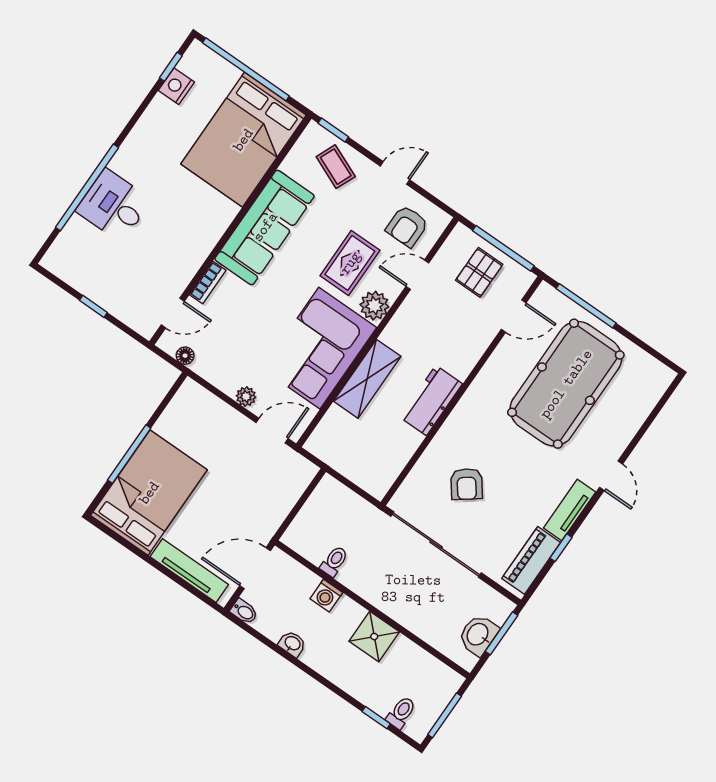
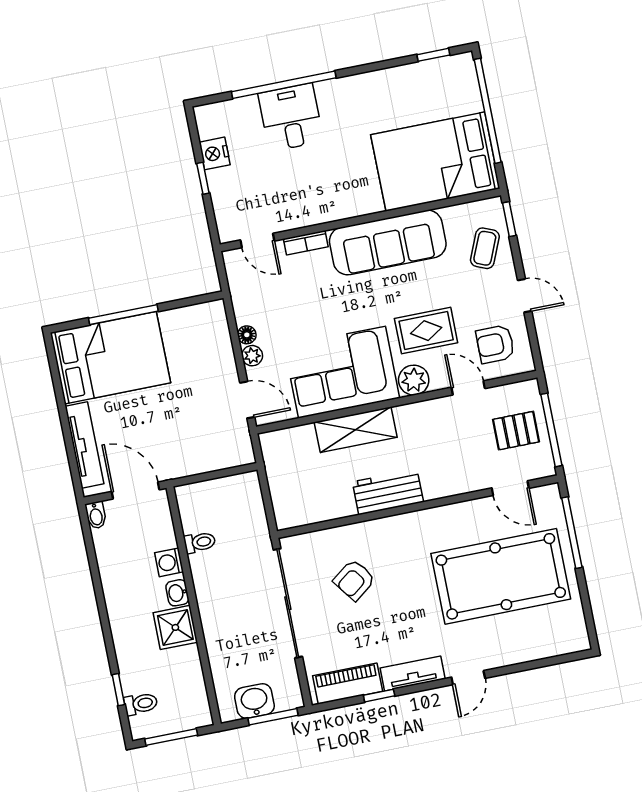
nightstand: (176, 86) -> (215, 153), moved, turned -90
floor lamp: (185, 356) -> (247, 335), moved
washbasin: (292, 644) -> (177, 593), moved, turned 180

